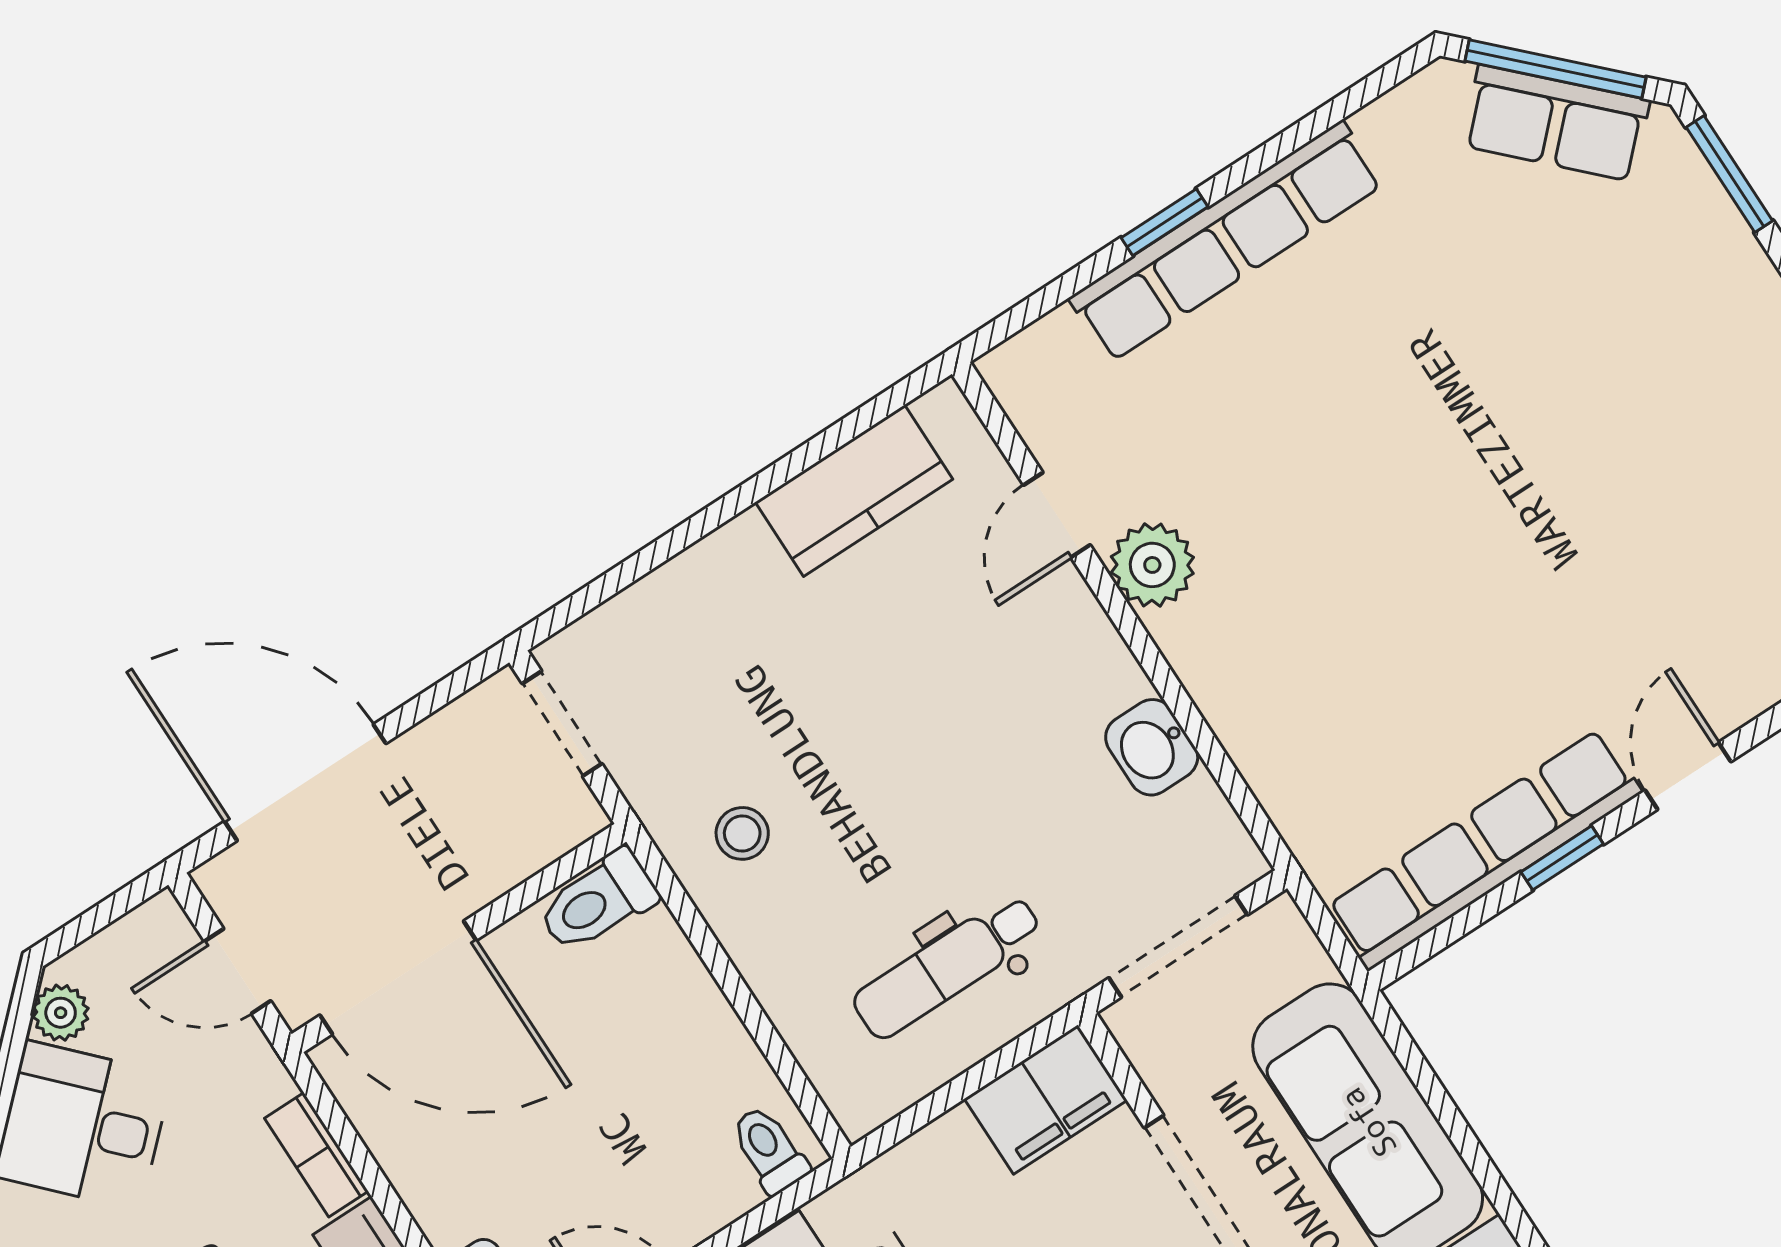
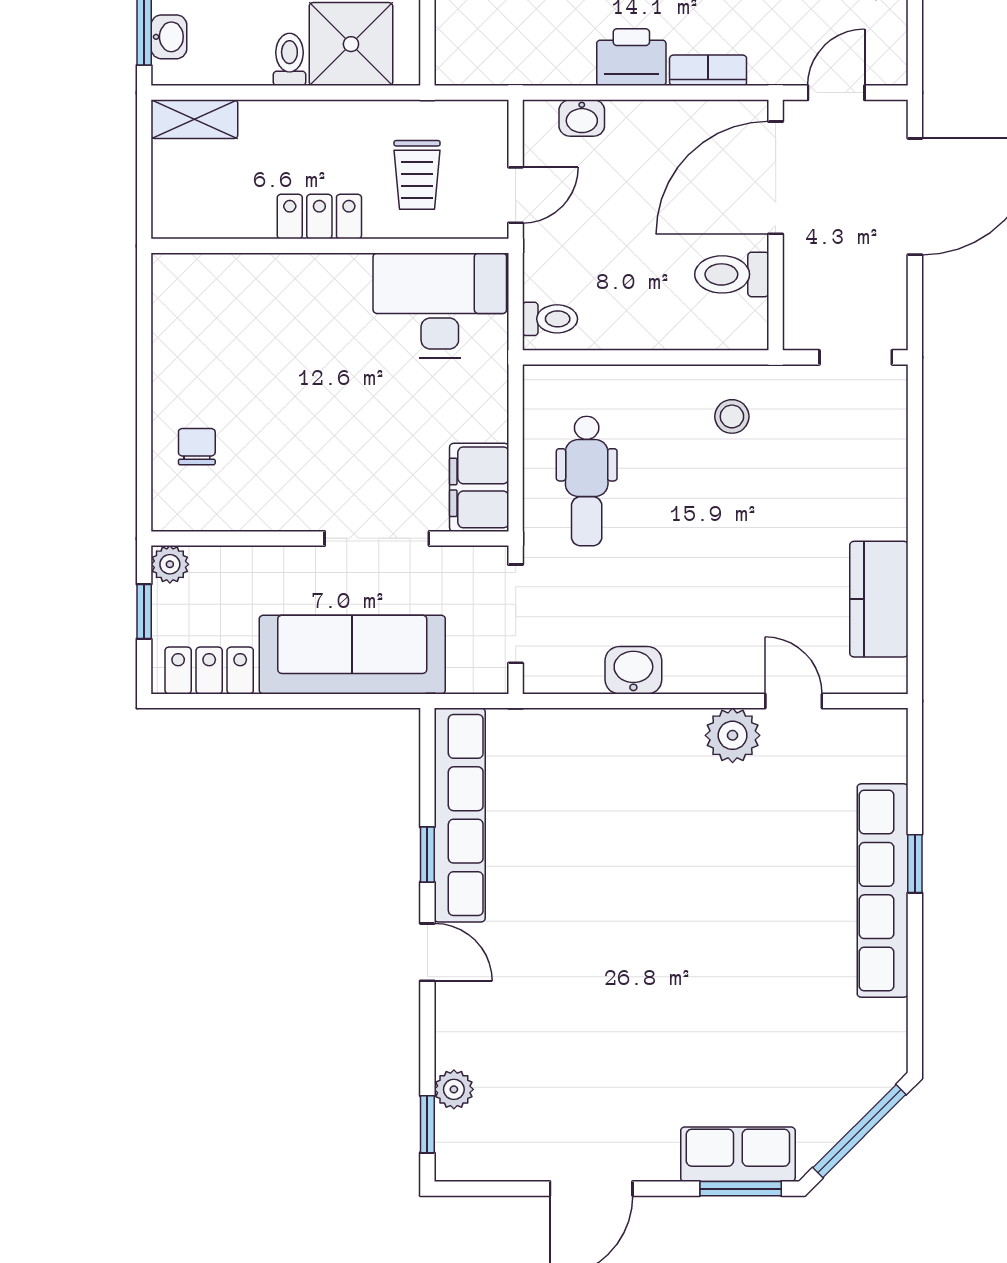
row of seats: (1556, 123) -> (738, 1154), moved, turned 45
toilet: (598, 901) -> (732, 274), moved, turned -90
dental chair: (947, 966) -> (587, 481), turned 180

